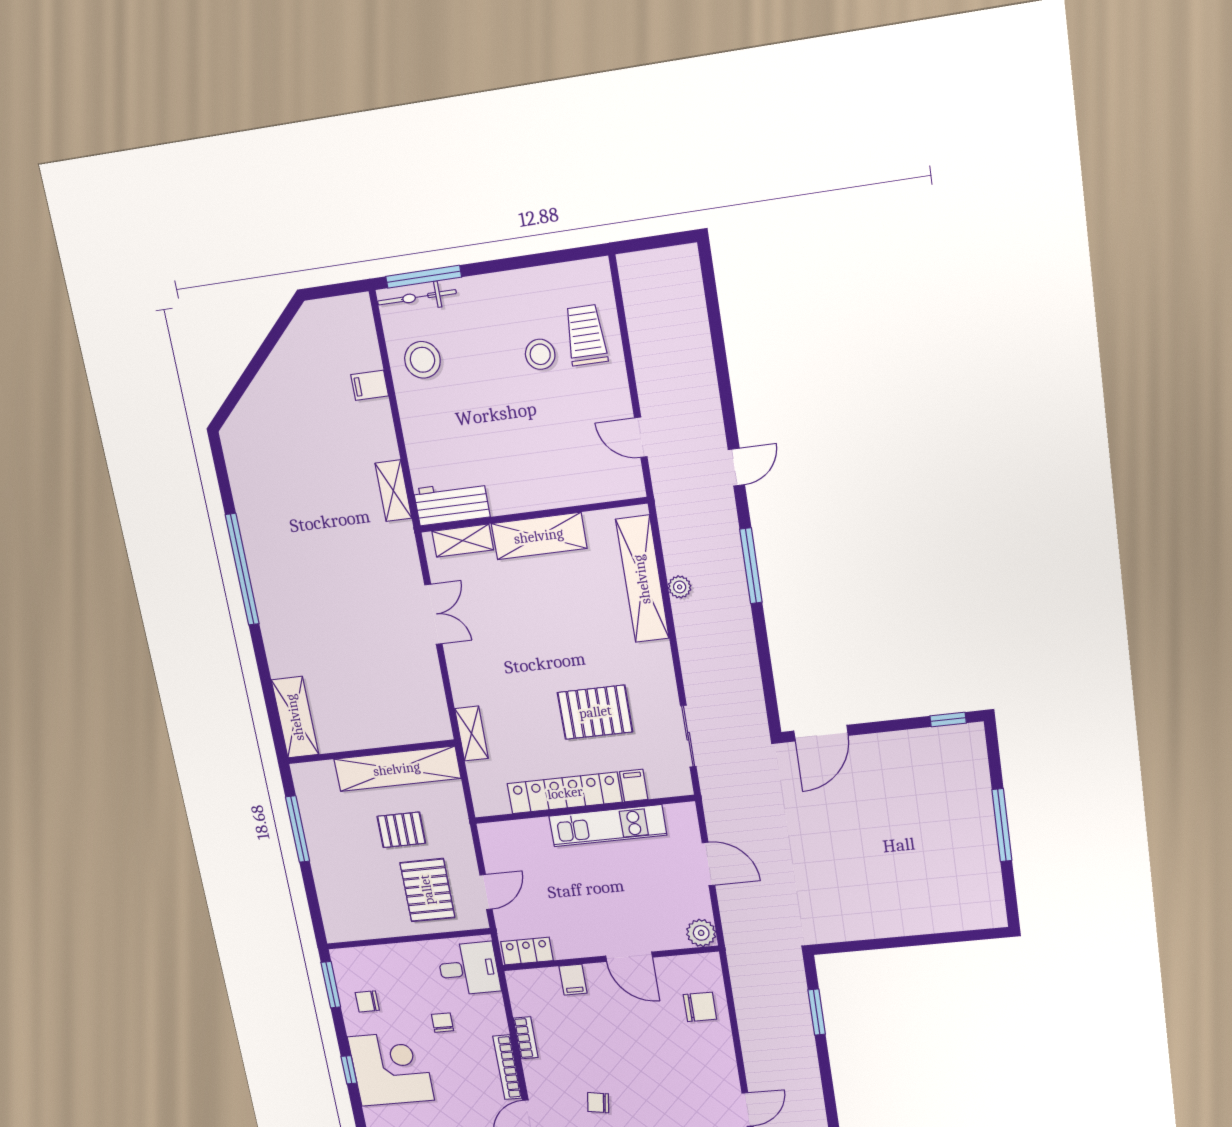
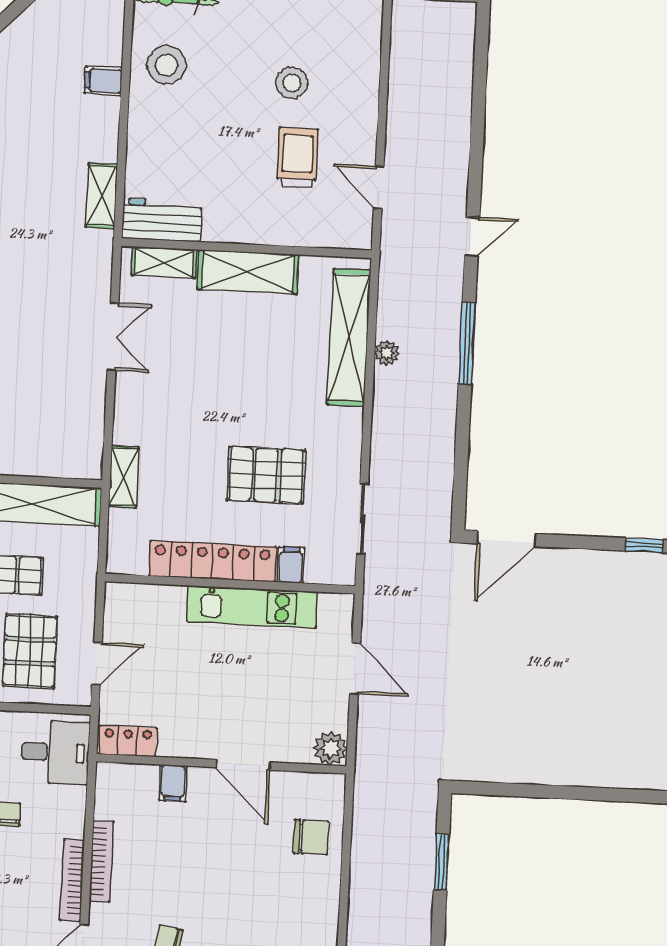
trolley: (586, 335) -> (297, 158), moved
bookcase: (526, 1038) -> (101, 861), width x1.56

